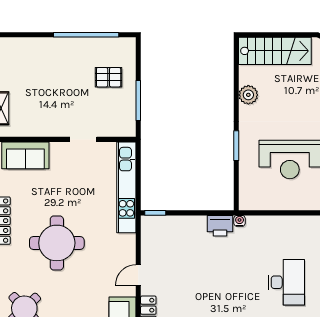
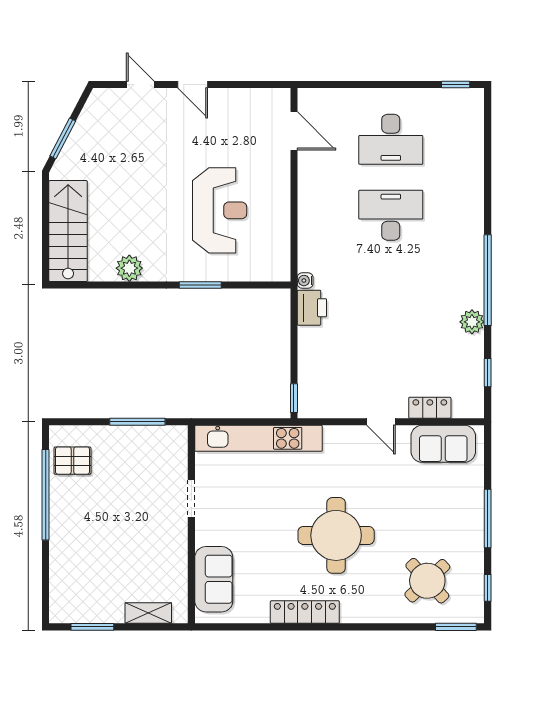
pallet: (109, 77) -> (72, 461), moved, turned 90

